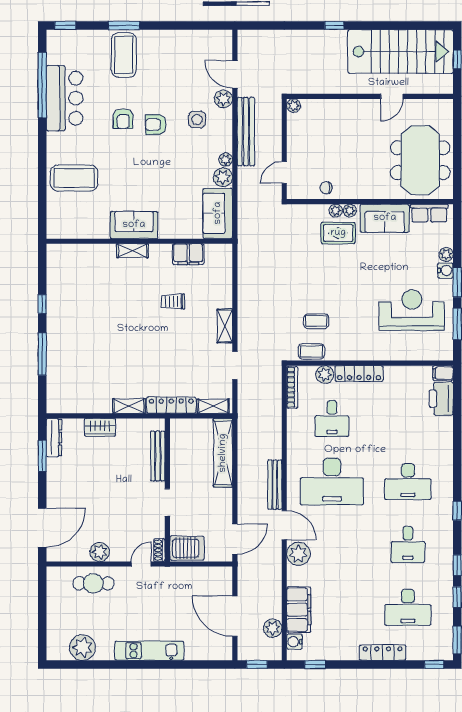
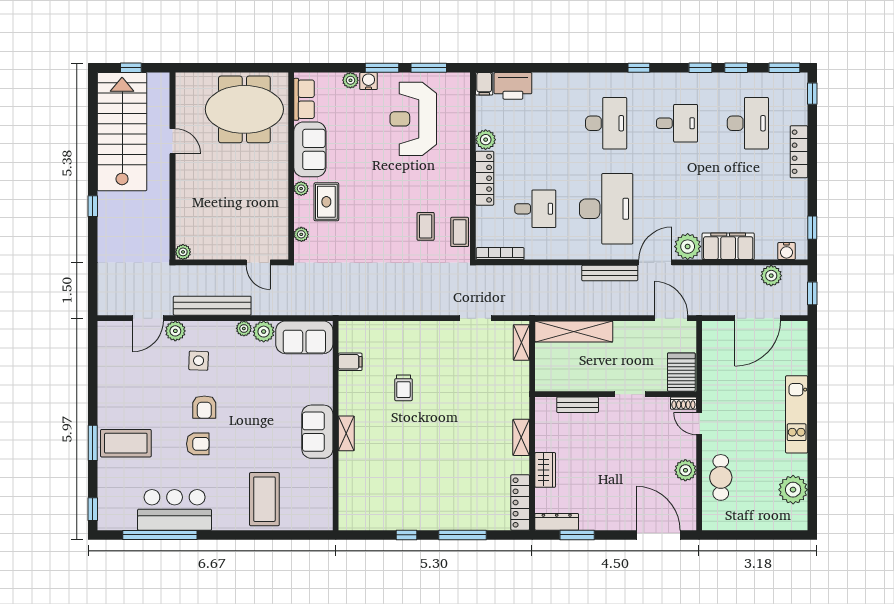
chair: (326, 188) -> (275, 215), removed
plant: (336, 211) -> (301, 234), moved
filing cabinet: (188, 254) -> (350, 362), width x0.50
shelving: (225, 326) -> (431, 329), removed
plant: (325, 374) -> (486, 140), moved
locker: (171, 405) -> (520, 503), moved
bench: (158, 456) -> (578, 405), width x0.73
filing cabinet: (299, 610) -> (728, 246), moved

